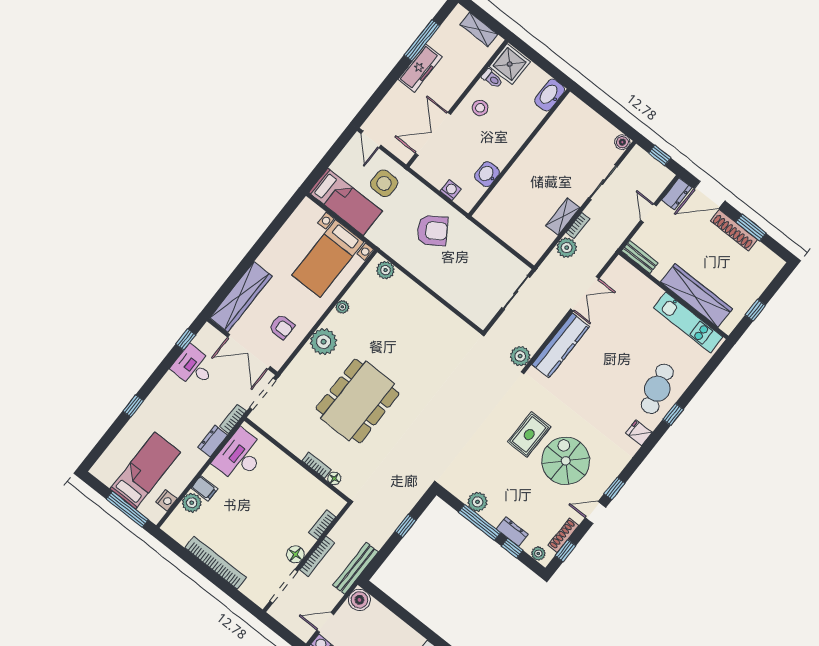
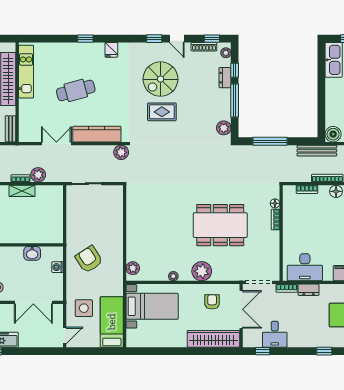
cafe table: (657, 389) -> (76, 90), moved
plant: (478, 502) -> (224, 128), moved
window: (405, 526) -> (270, 141), width x2.17

